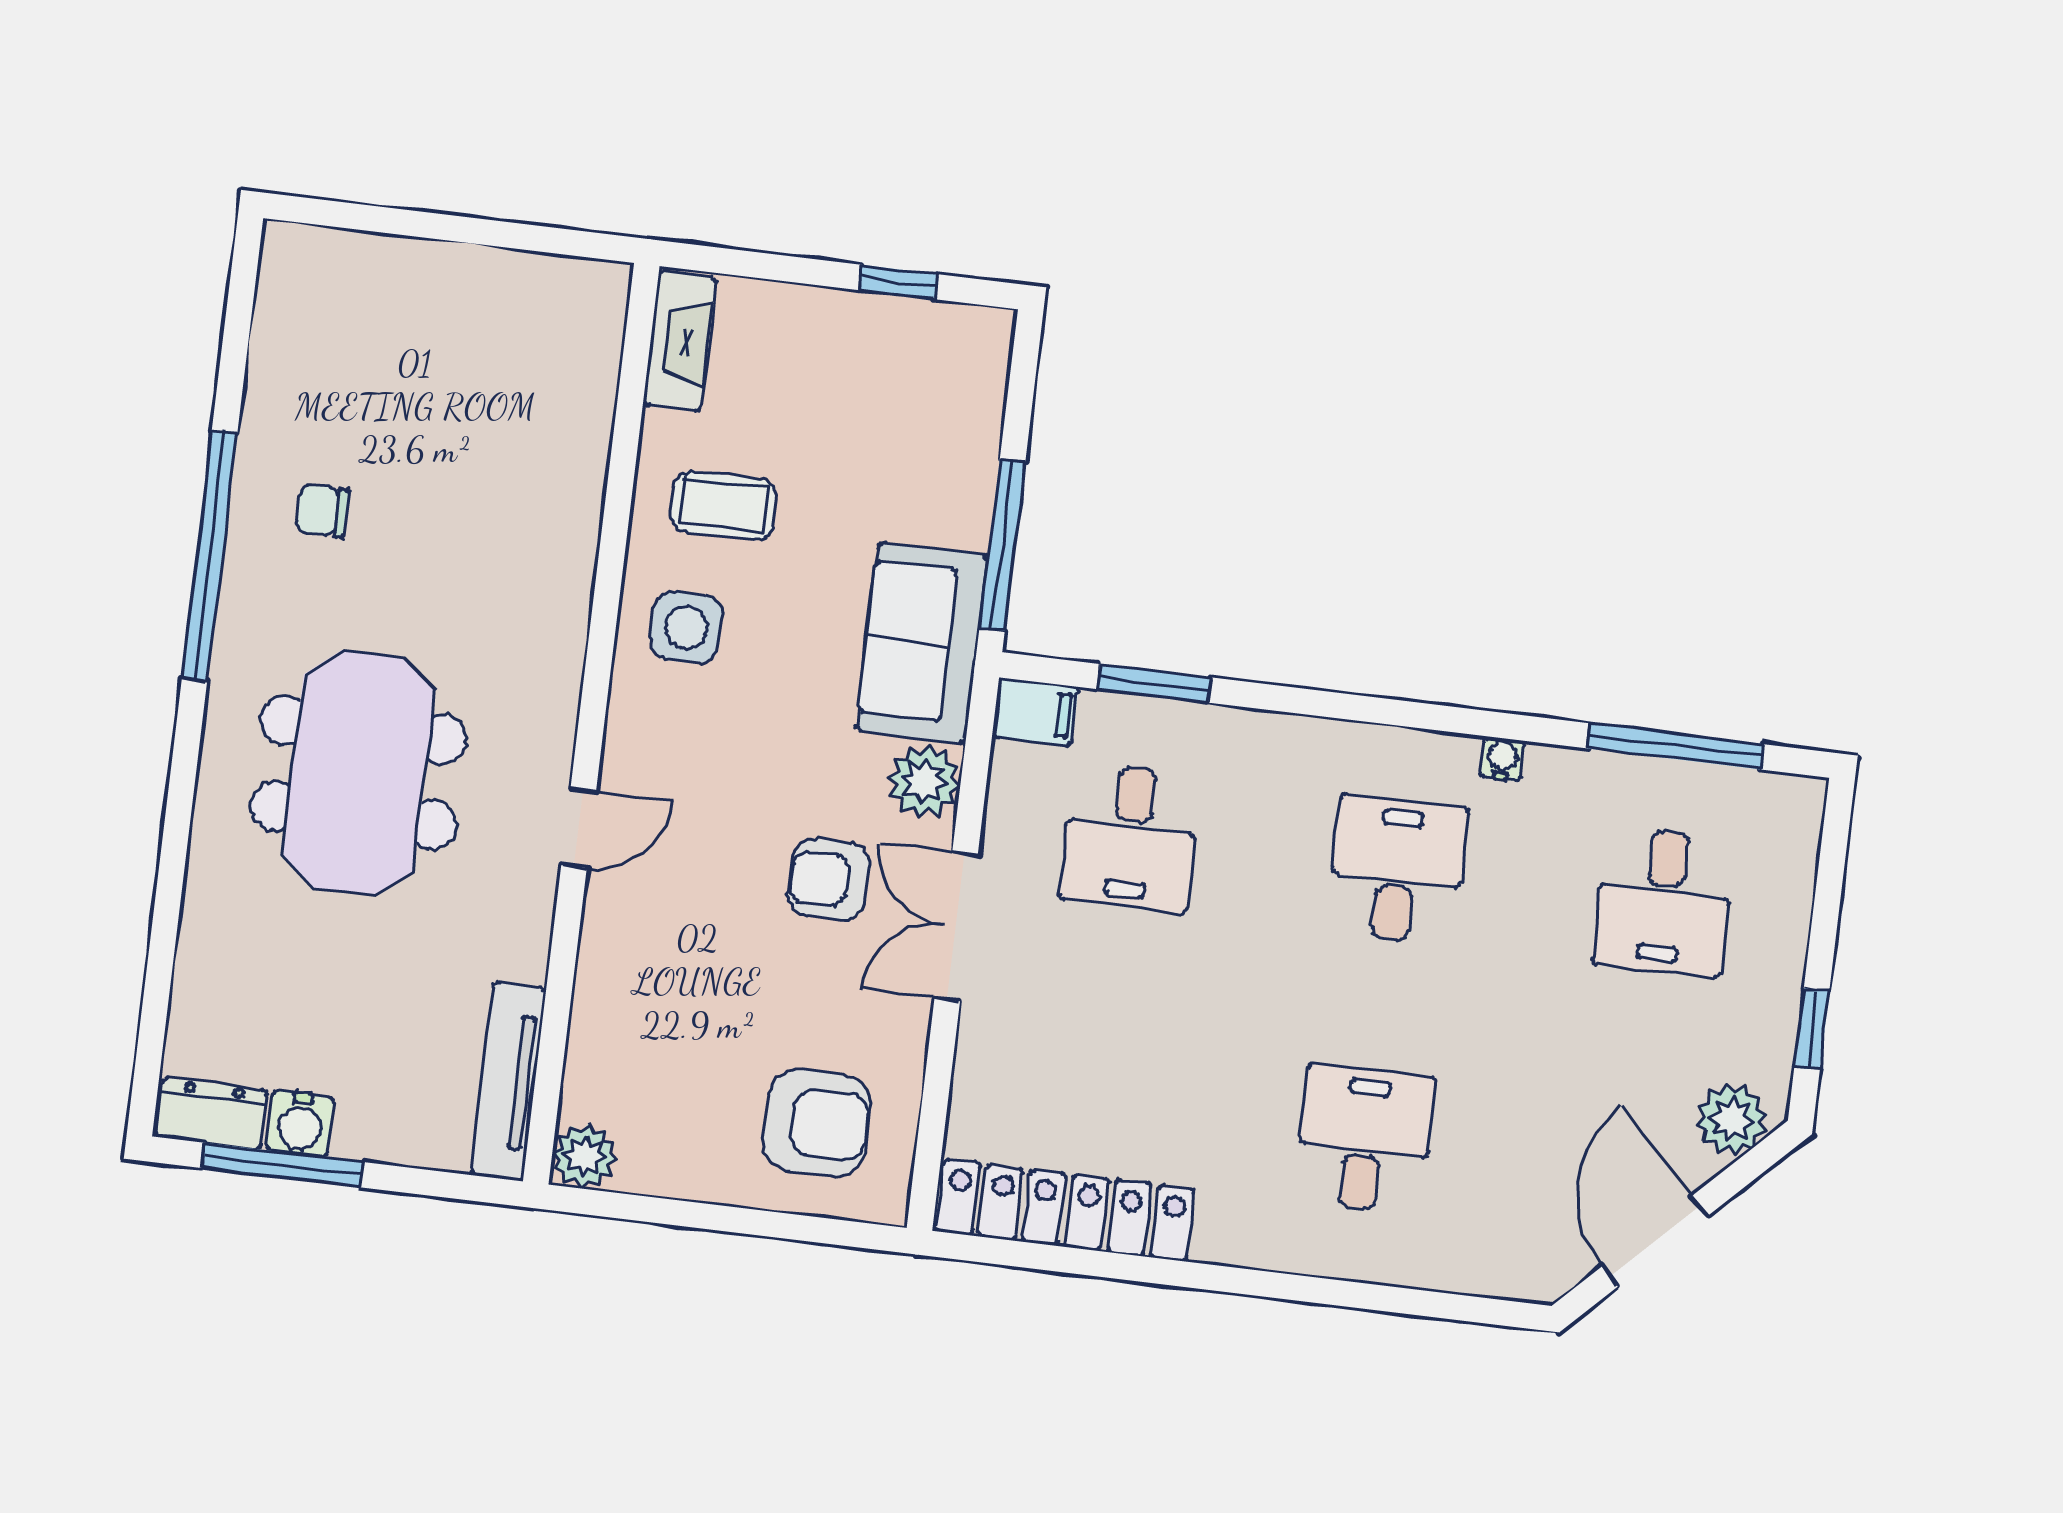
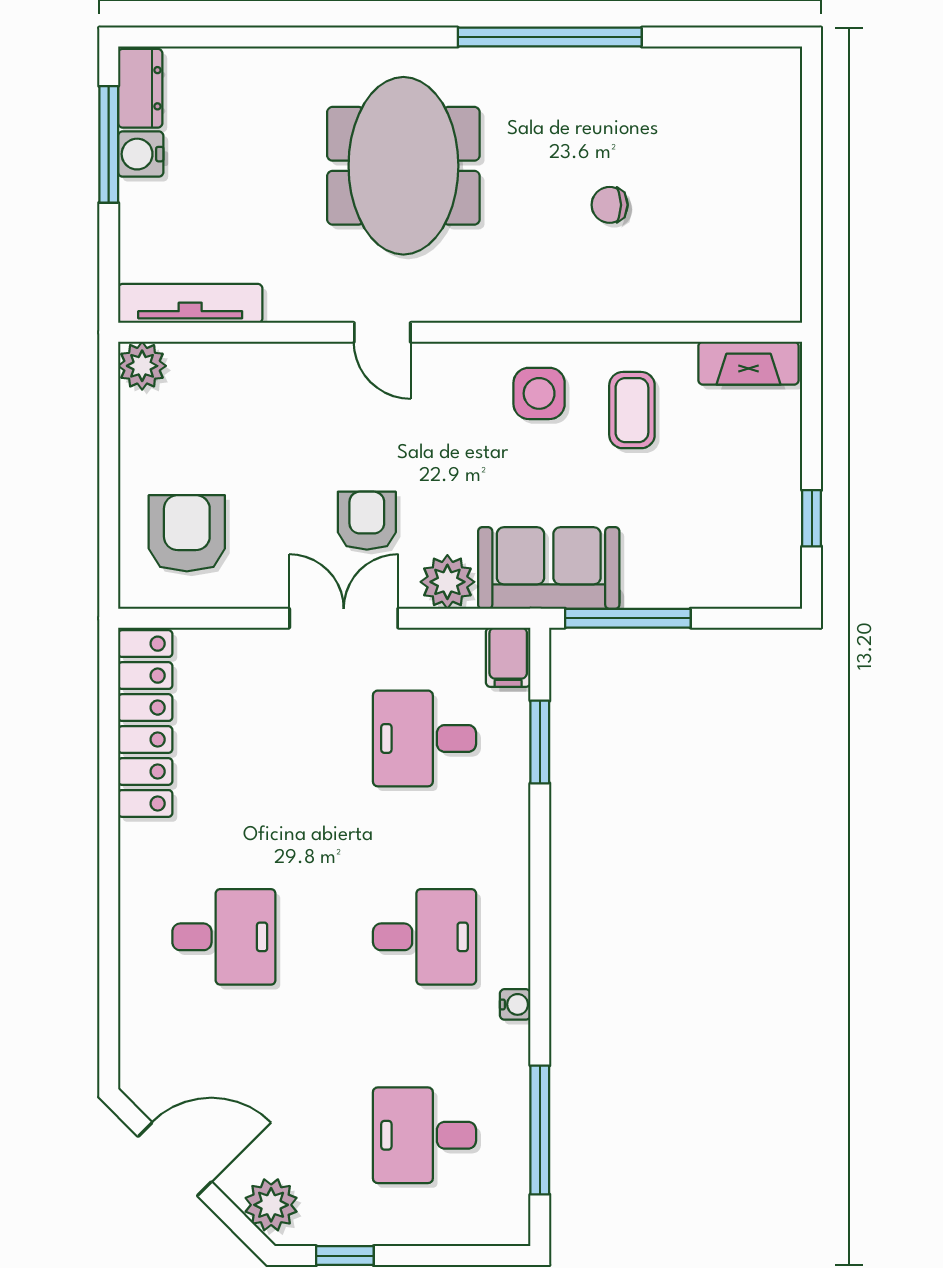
chair: (322, 511) -> (610, 205), moved, turned -90
meeting table: (358, 773) -> (403, 166), turned 90
armchair: (817, 1123) -> (187, 533), turned 180

